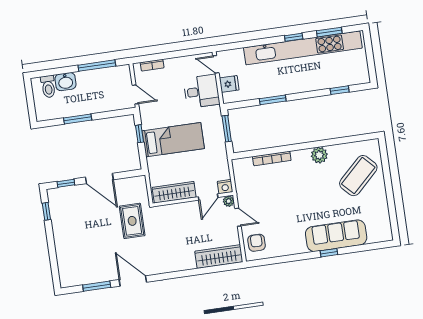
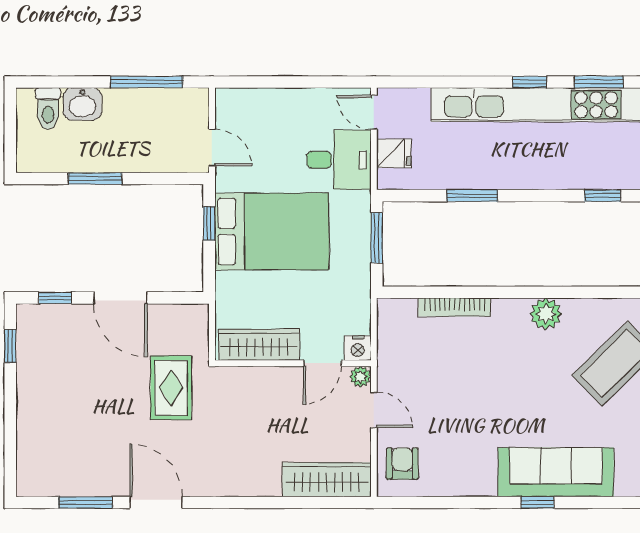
bookcase: (152, 65) -> (252, 96), removed
bed: (173, 140) -> (272, 231), width x1.50

